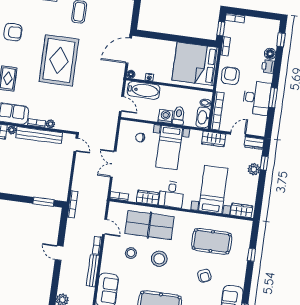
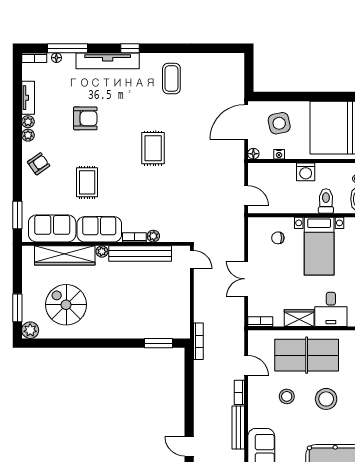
side table: (153, 55) -> (279, 123), added
rug: (59, 60) -> (153, 148), width x0.54, depth x0.49
bathtub: (144, 90) -> (274, 173), removed
washing machine: (165, 116) -> (306, 172), moved, turned 180
door: (59, 253) -> (189, 446), moved

